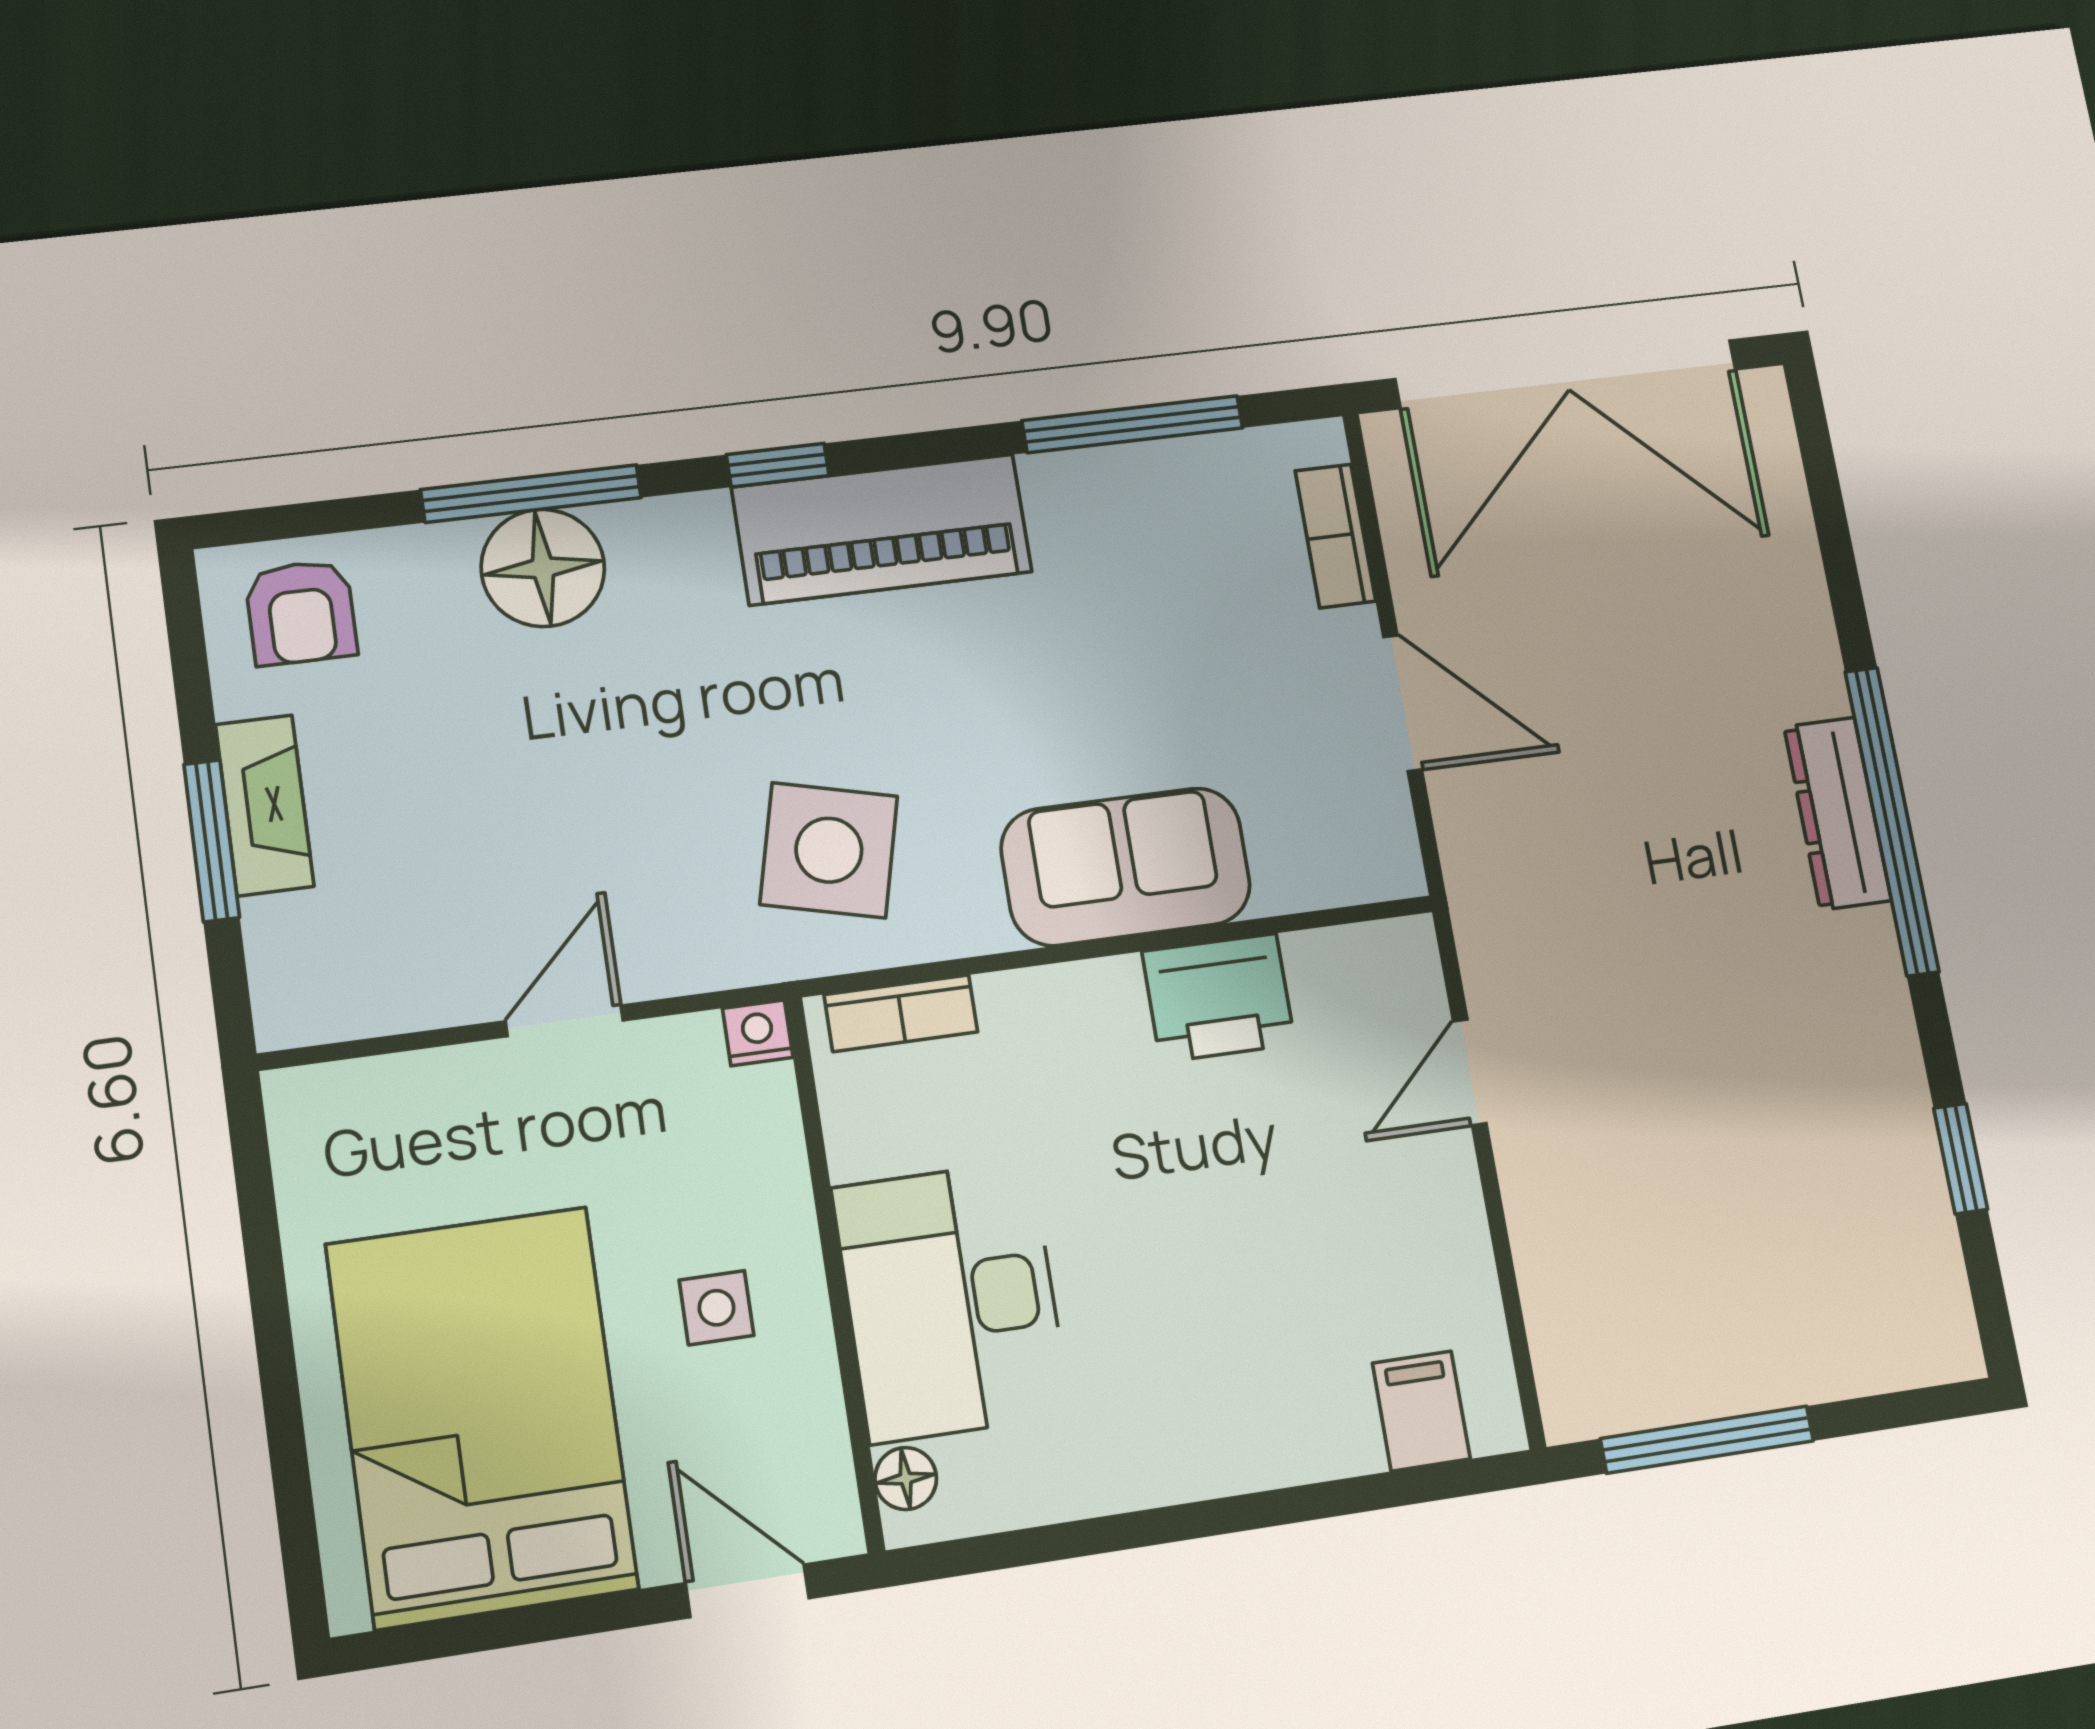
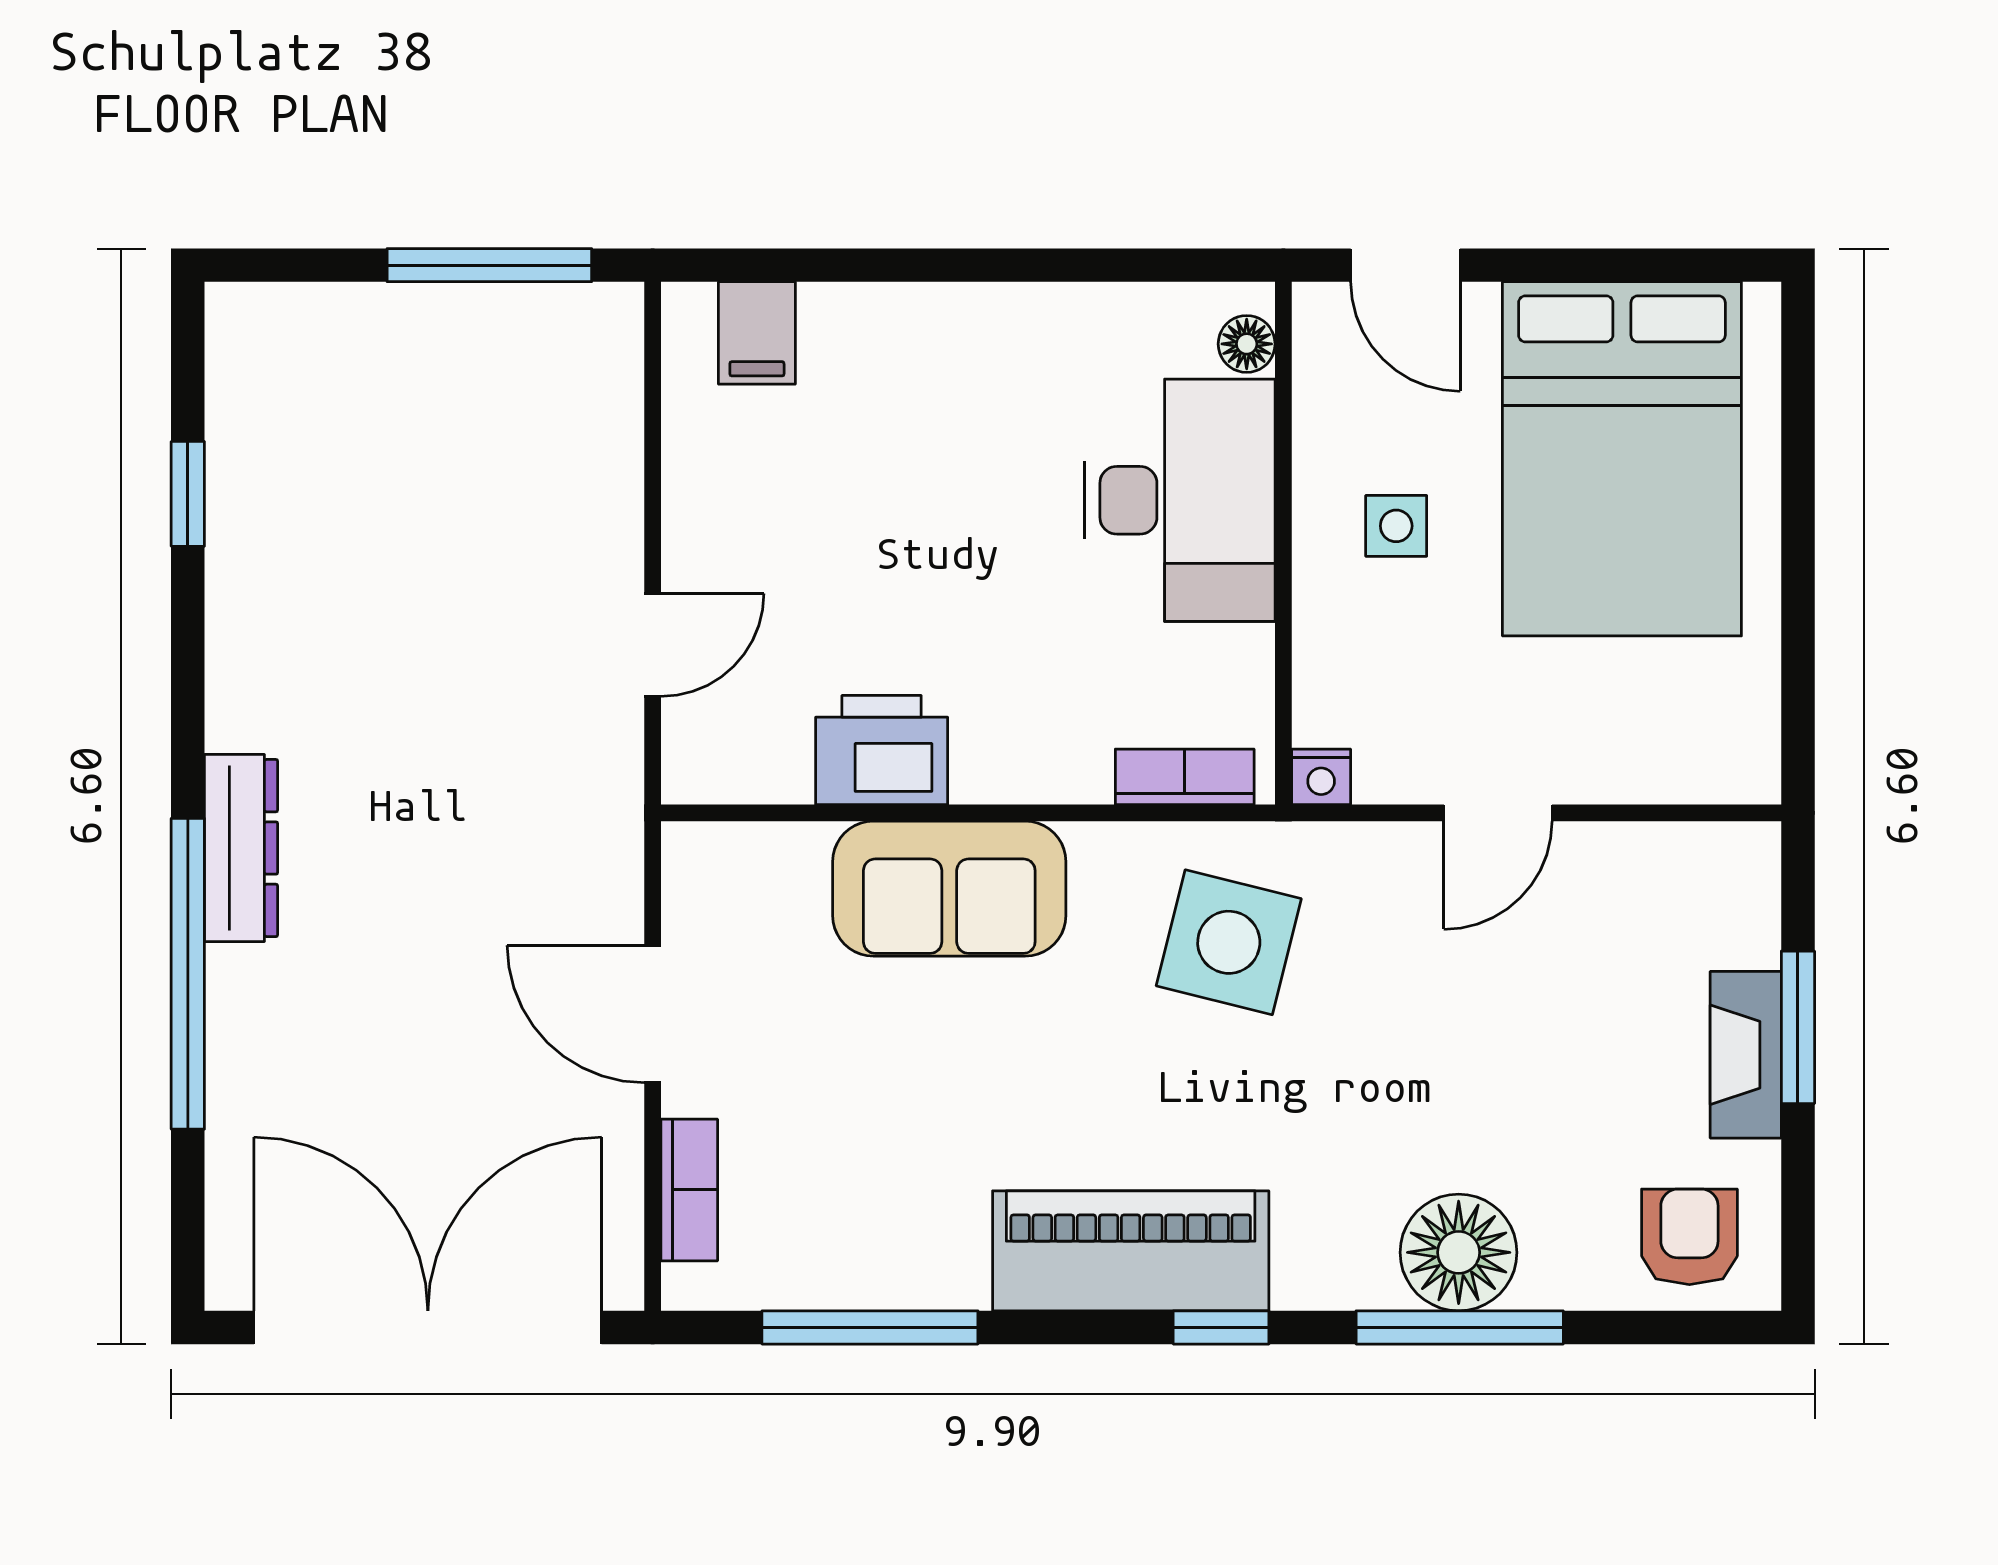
window: (1892, 821) -> (188, 974), moved

